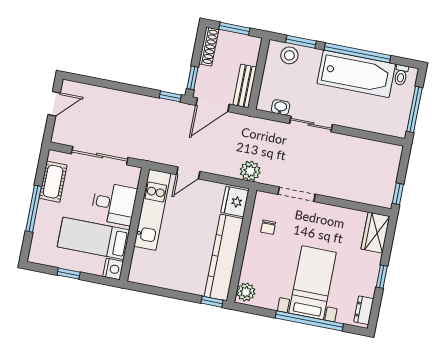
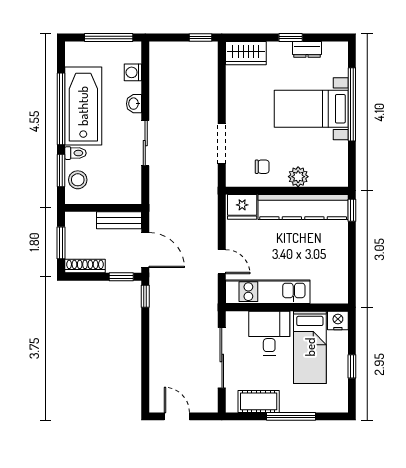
toilet: (401, 75) -> (75, 153), moved
washbasin: (281, 107) -> (134, 104), moved
washing machine: (378, 125) -> (133, 72), added
plant: (250, 171) -> (207, 197), removed
plant: (246, 292) -> (298, 177), moved
dresser: (364, 310) -> (307, 49), moved

